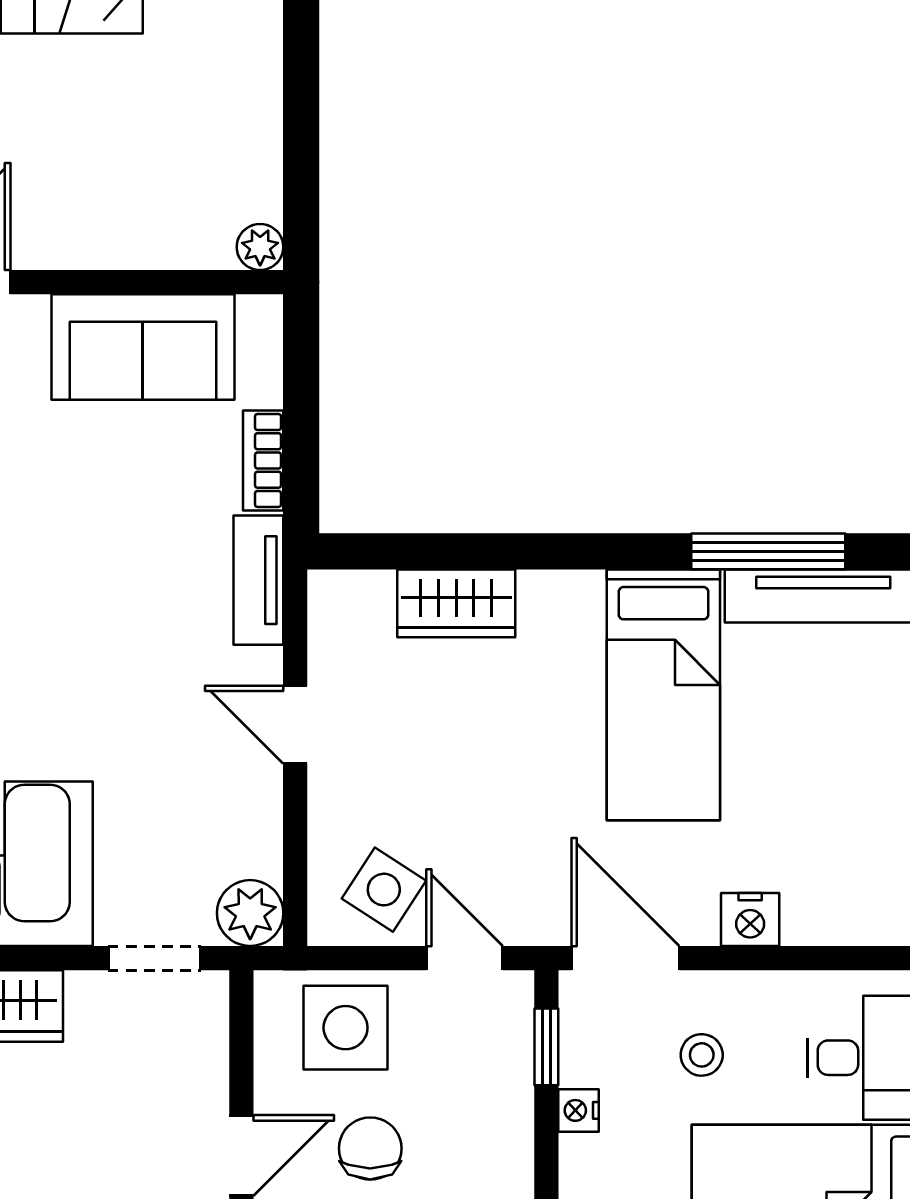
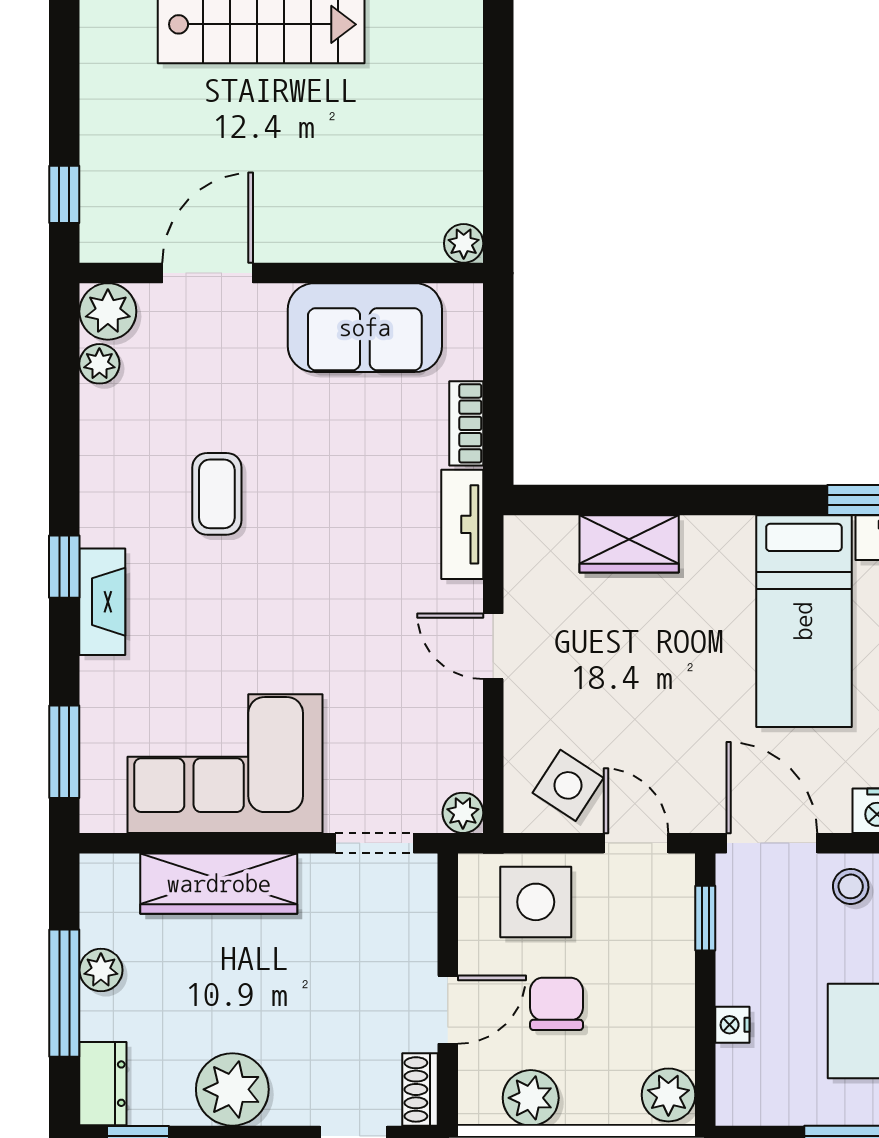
plant: (250, 913) -> (463, 813), width x0.73, depth x0.73
stool: (702, 1055) -> (851, 886), moved
nightstand: (579, 1110) -> (732, 1025), moved

